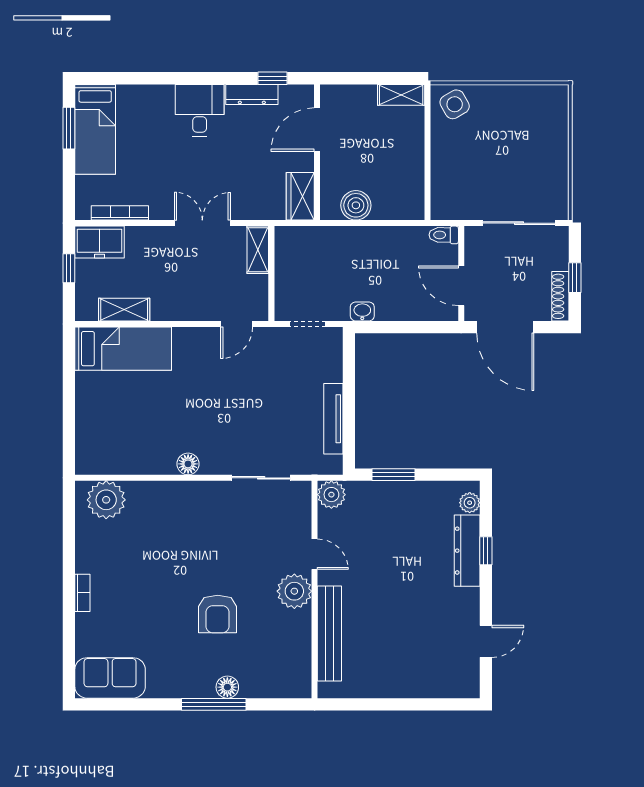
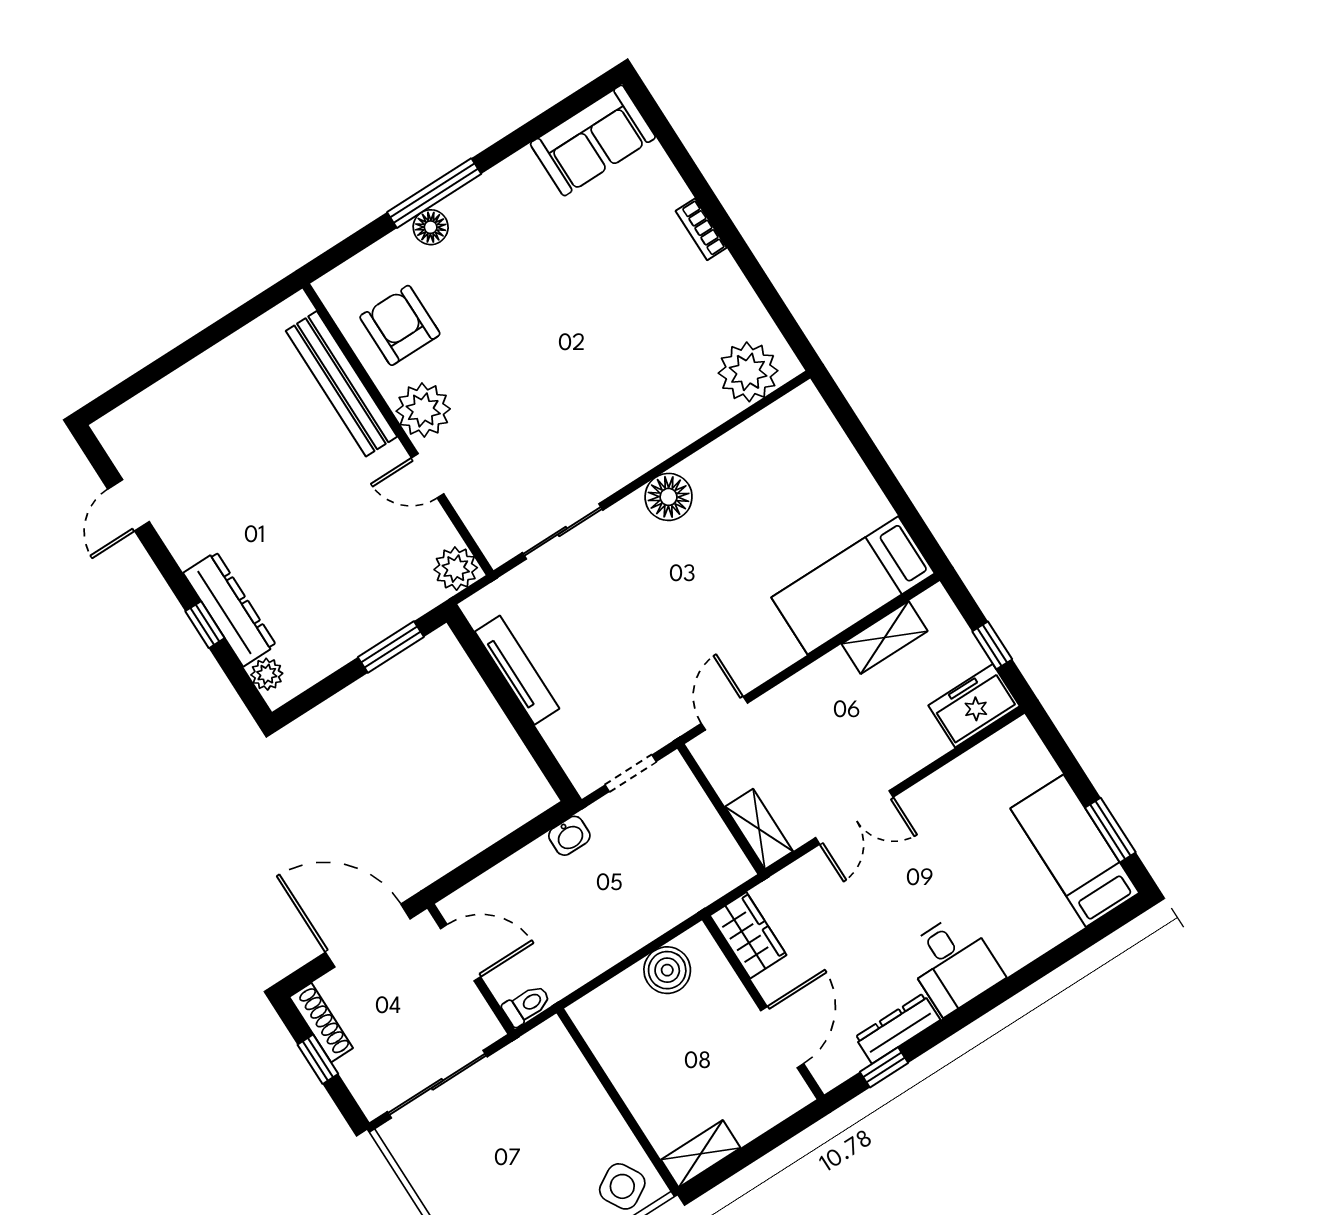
bookcase: (120, 213) -> (972, 761), removed
floor lamp: (188, 464) -> (669, 497), width x1.38, depth x1.38
armchair: (218, 614) -> (400, 325), moved

